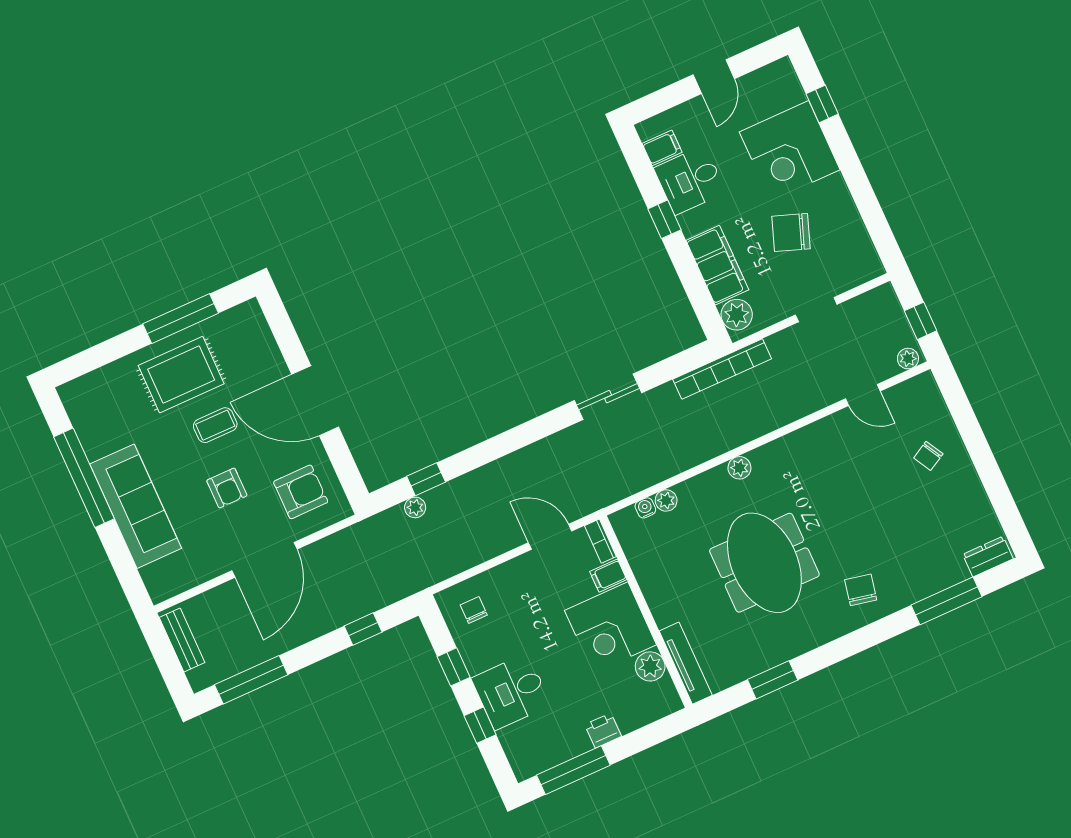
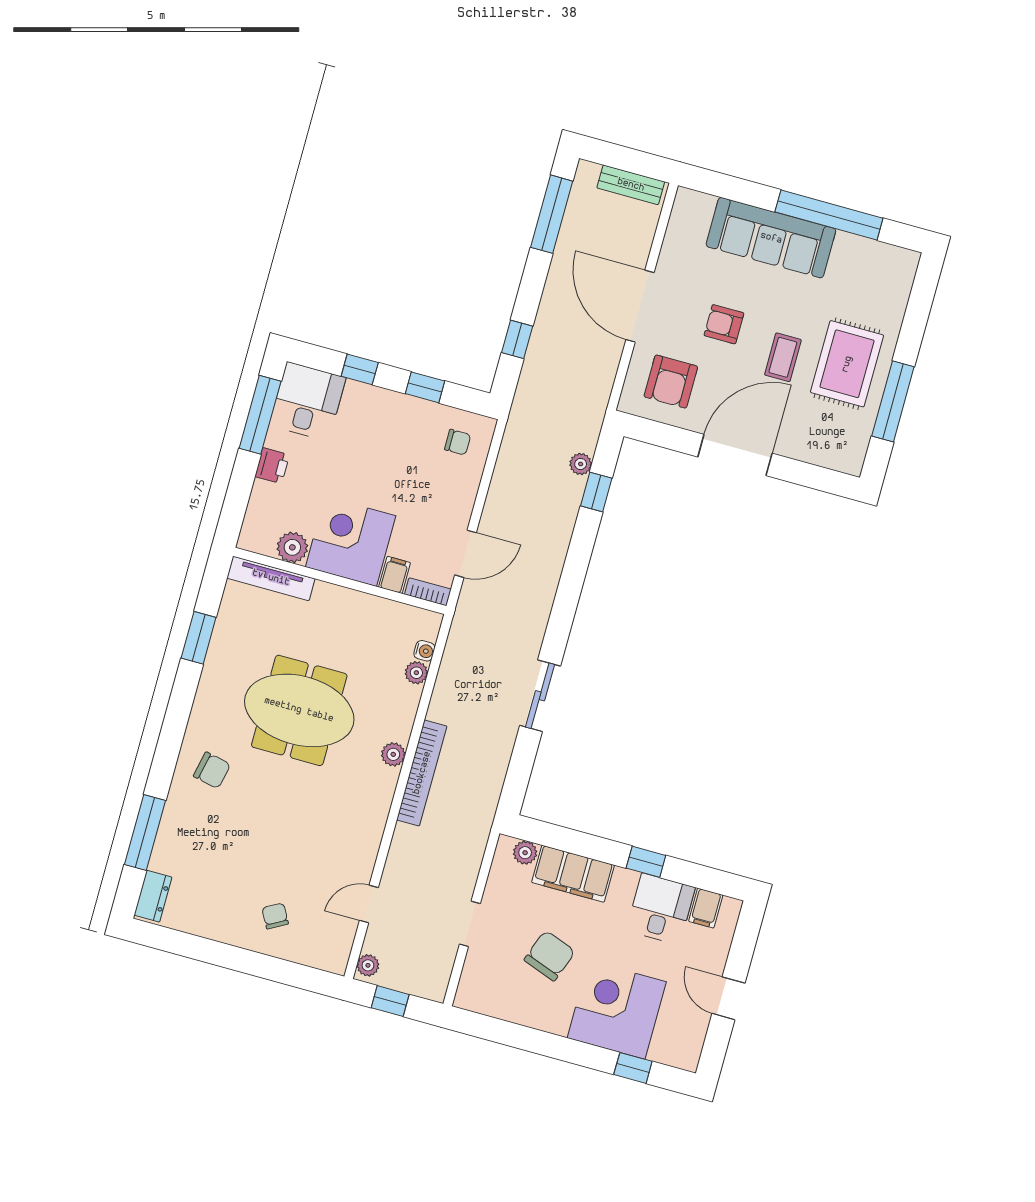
plant: (737, 315) -> (525, 853), width x0.73, depth x0.73
bookcase: (722, 369) -> (422, 773), moved, turned 180
desk: (511, 692) -> (308, 401), moved

